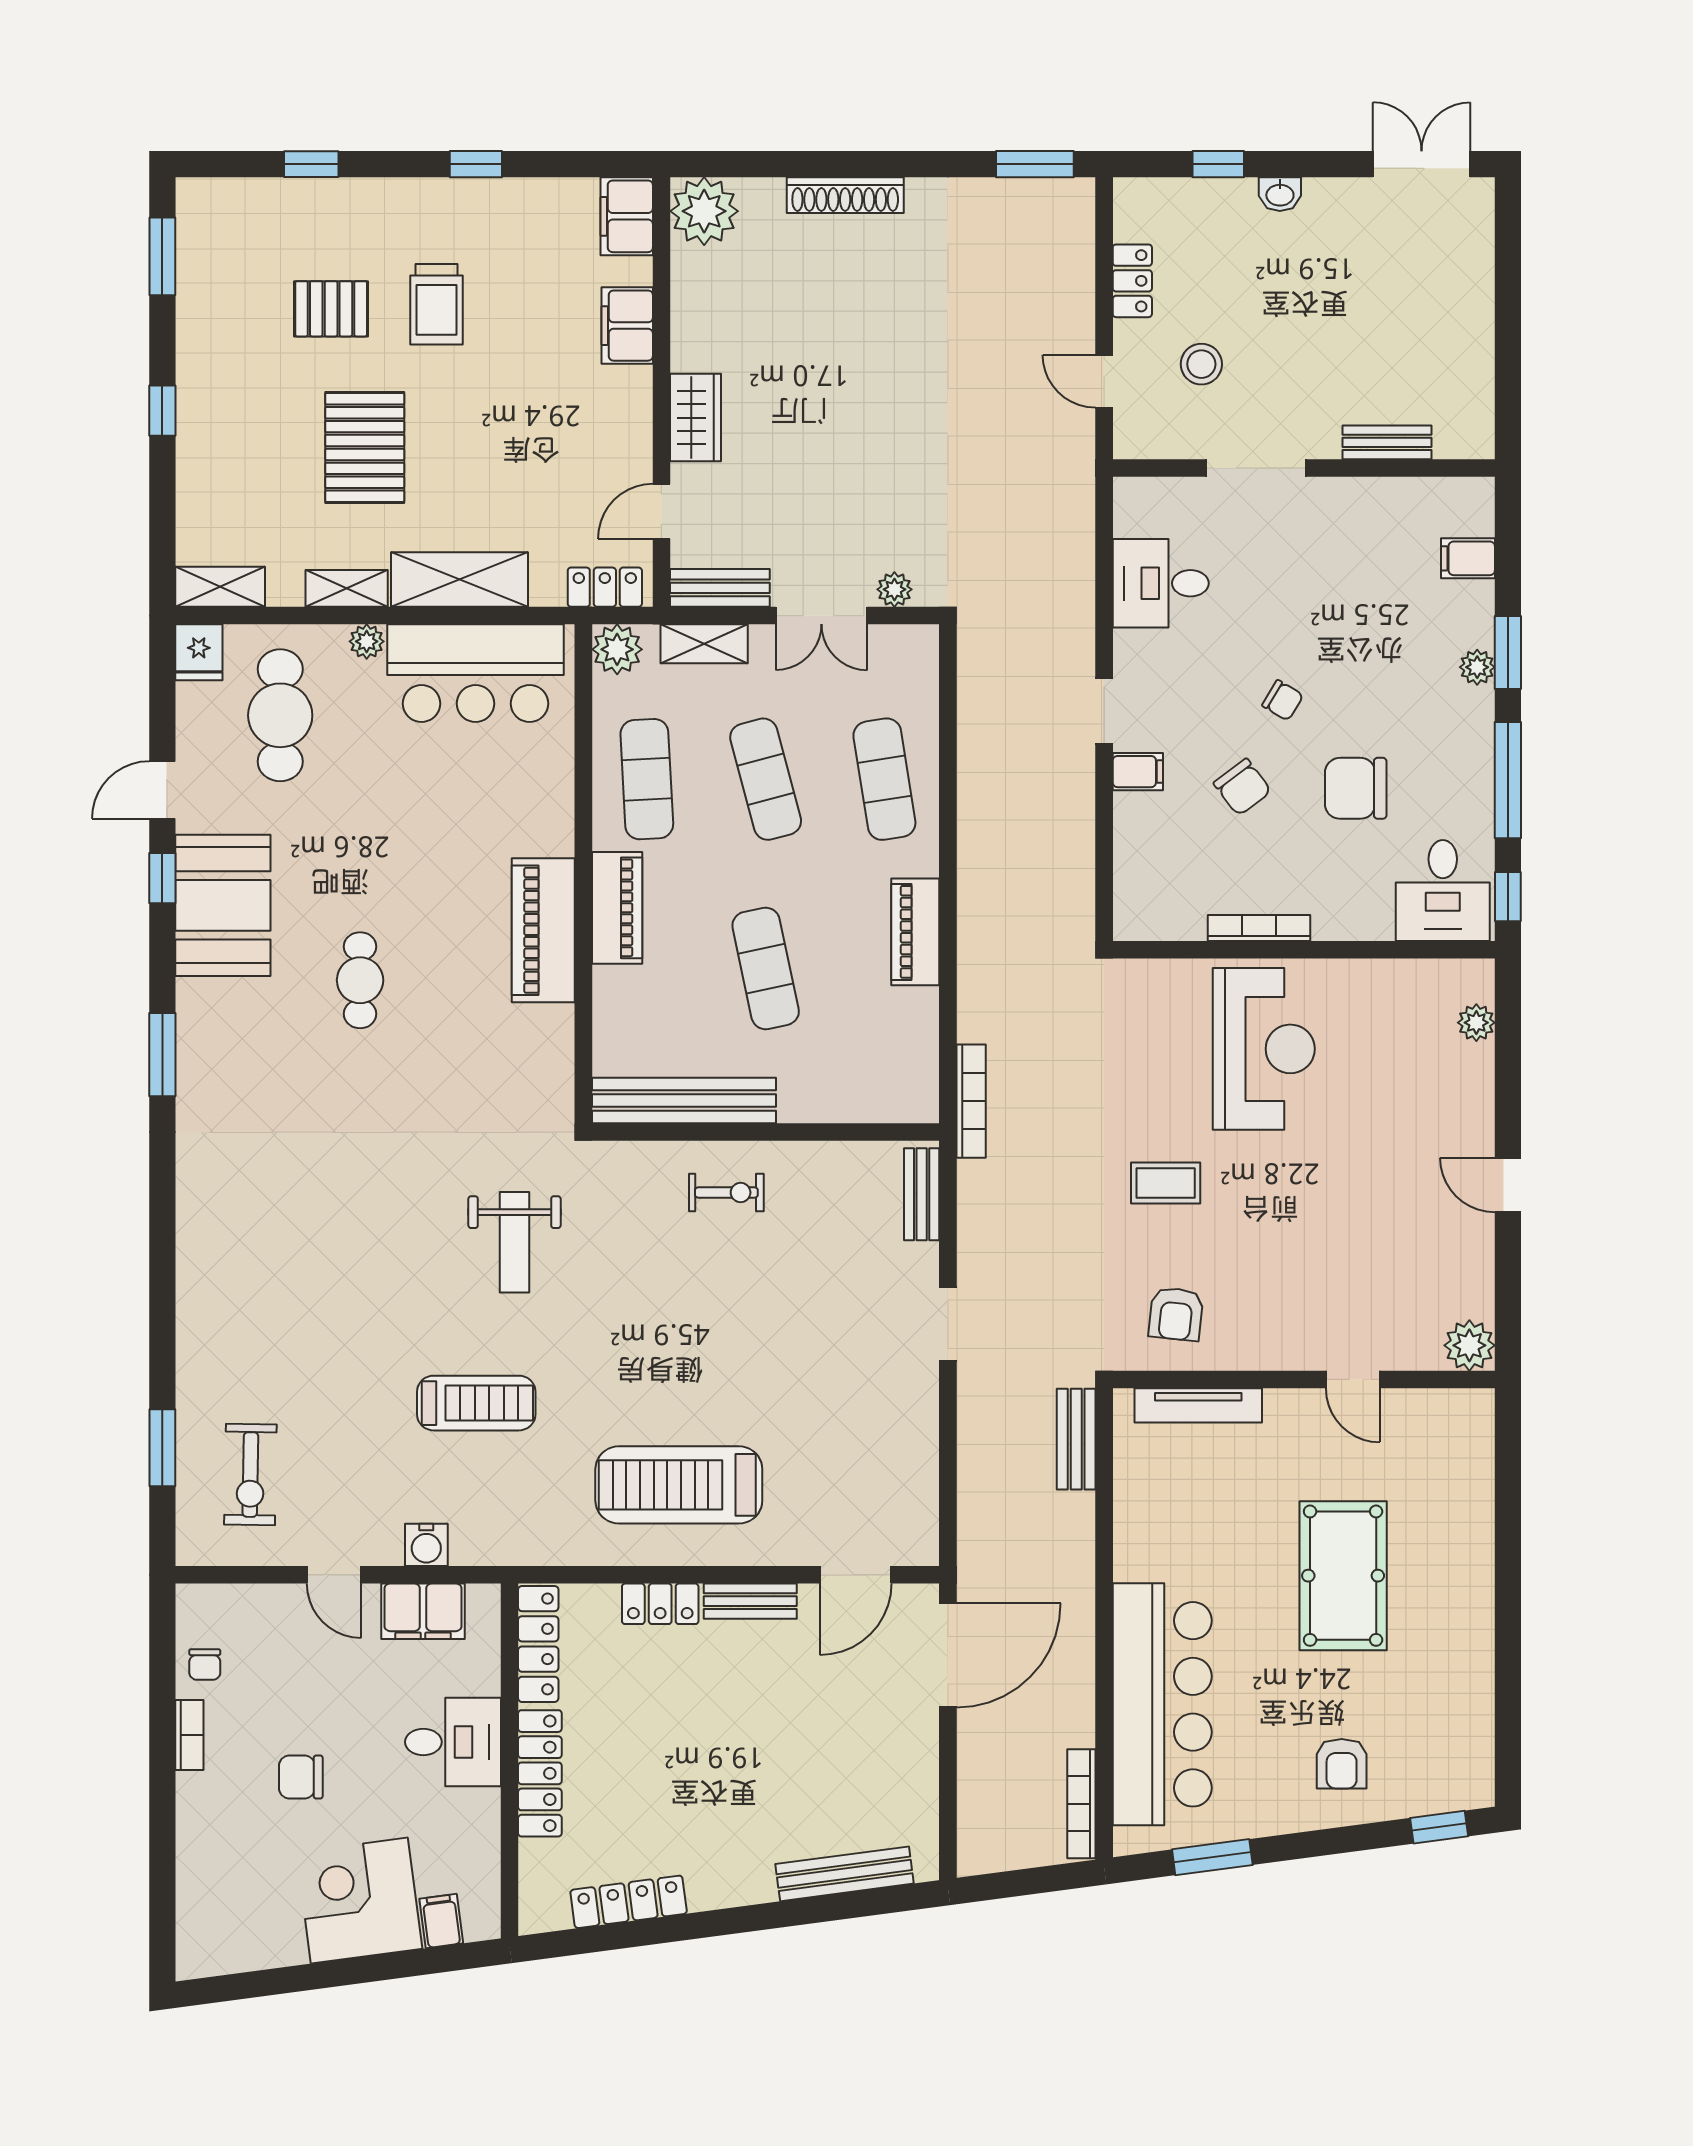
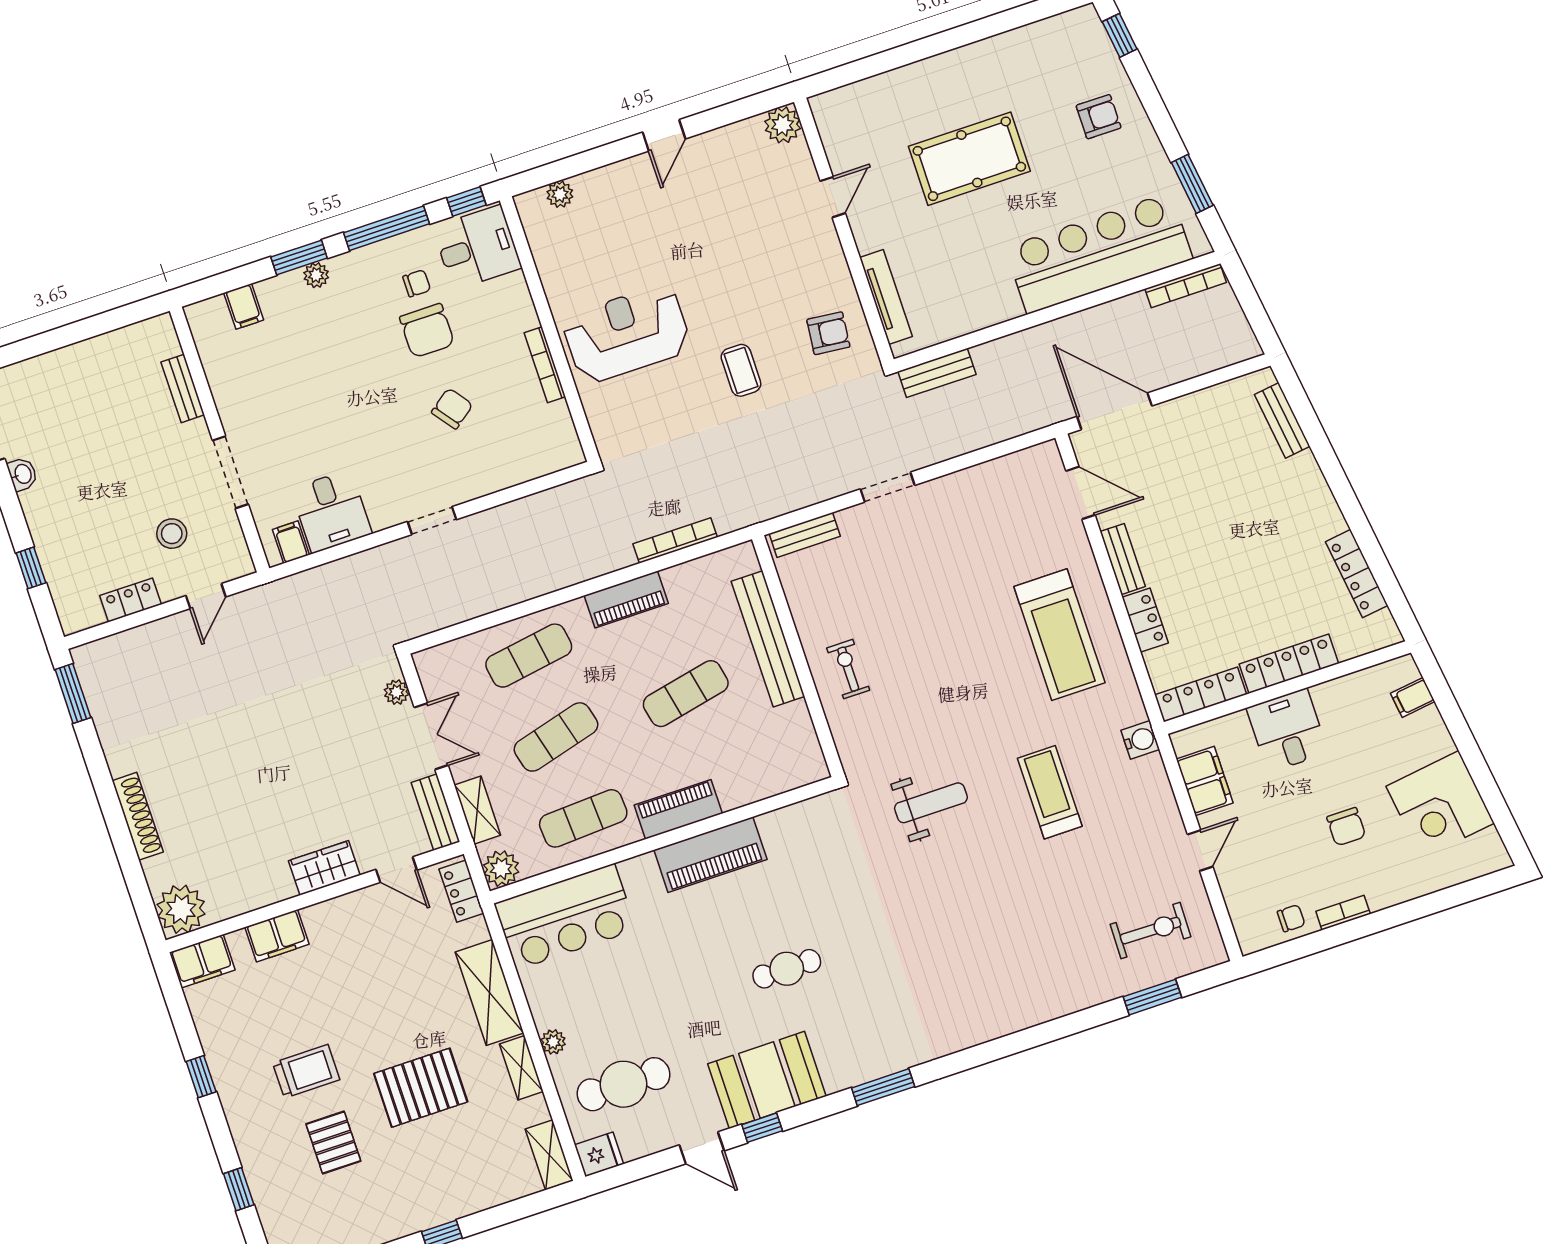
washbasin: (1280, 194) -> (22, 474), moved
bar counter: (476, 673) -> (565, 917), moved, turned 90
chair: (1283, 700) -> (417, 283), moved, turned 59
filing cabinet: (1138, 772) -> (291, 542), moved
bench: (684, 1101) -> (768, 639), moved
bookcase: (971, 1101) -> (675, 541), moved
water cooler: (426, 1545) -> (1140, 740), moved
bench: (845, 1874) -> (1282, 420), width x0.73
corner desk: (359, 1900) -> (1440, 805), moved

